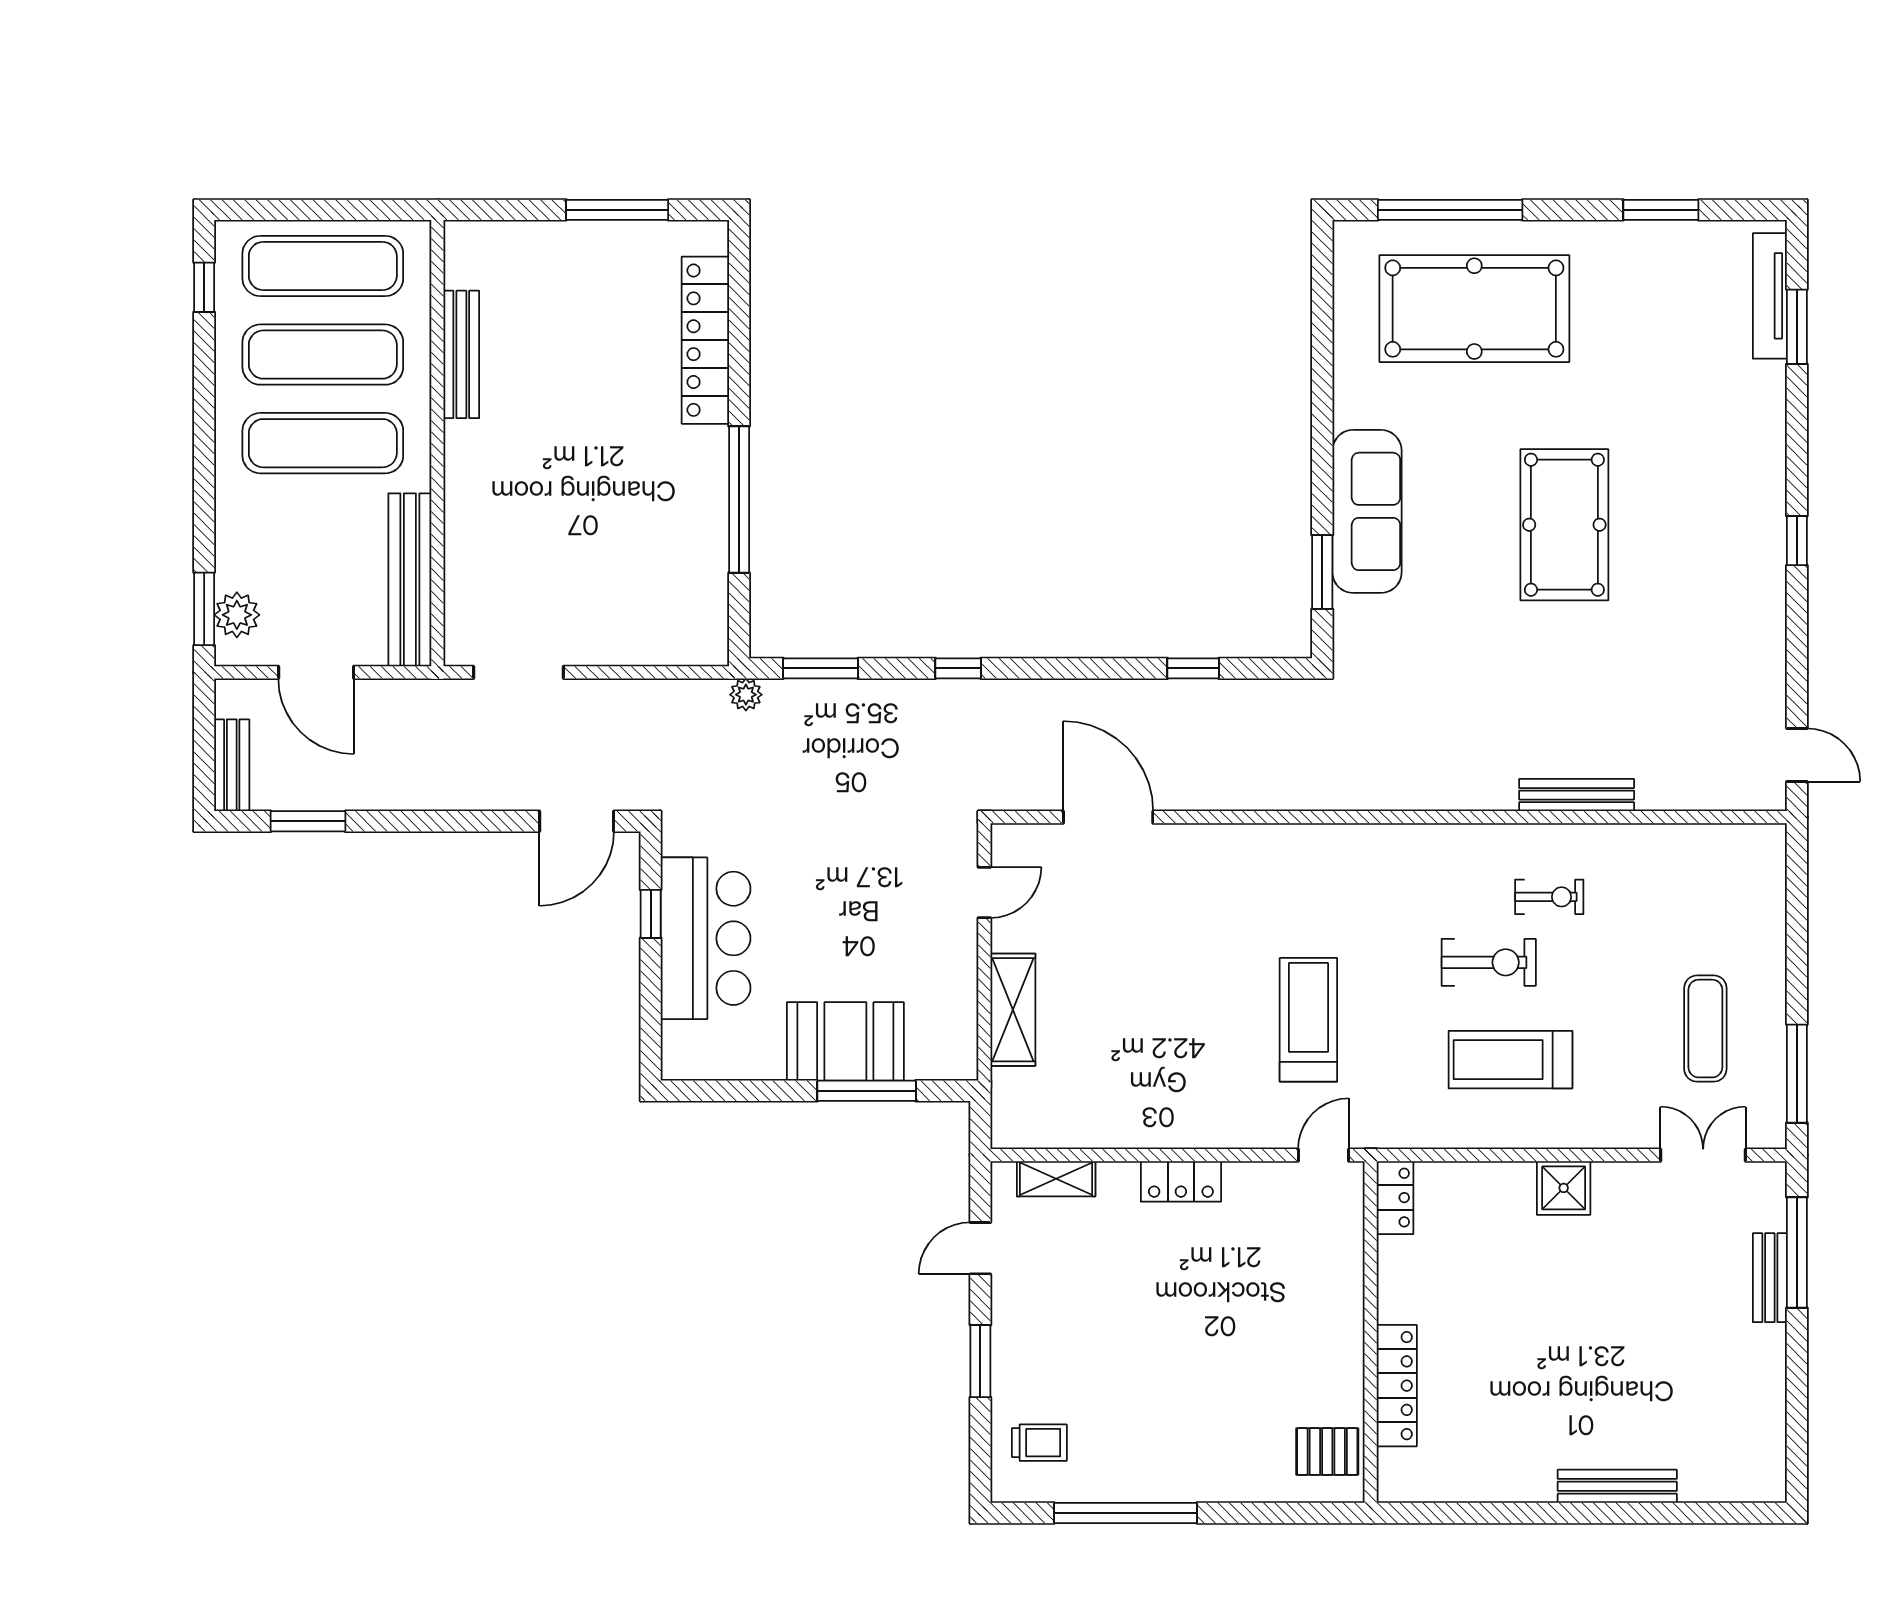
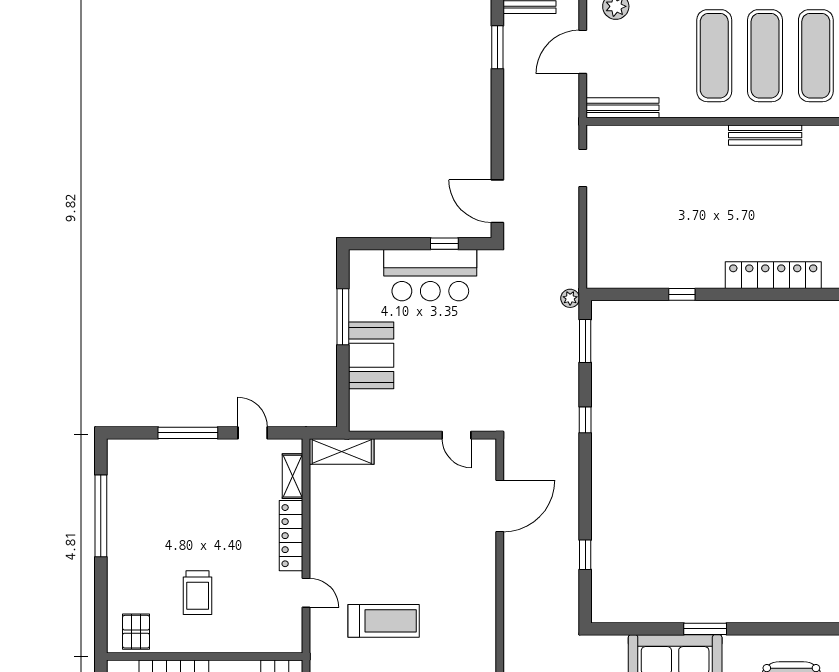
window: (739, 500) -> (682, 294), width x0.32
window: (1322, 572) -> (705, 629), moved
bench: (410, 580) -> (623, 108), width x0.73, depth x0.82
doorway: (519, 672) -> (583, 168), width x0.73
shelving: (1013, 1010) -> (342, 451), moved
window: (867, 1091) -> (343, 317), moved
door: (1323, 1155) -> (306, 593), moved
locker: (1181, 1181) -> (291, 536), width x1.53
window: (980, 1361) -> (188, 433), width x1.44
trolley: (1039, 1443) -> (198, 593), moved, width x1.36, depth x1.39

